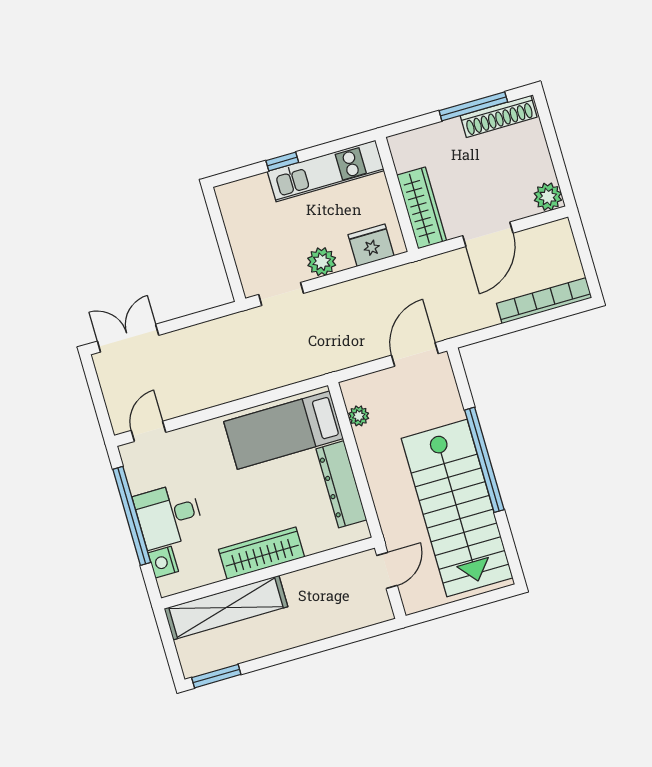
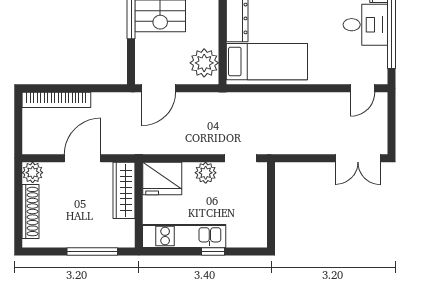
window: (473, 106) -> (92, 252), moved
shoe rack: (499, 116) -> (31, 212), moved, turned 90
fridge: (371, 245) -> (162, 178), width x1.36, depth x1.34
plant: (359, 416) -> (204, 63), width x1.88, depth x1.88

